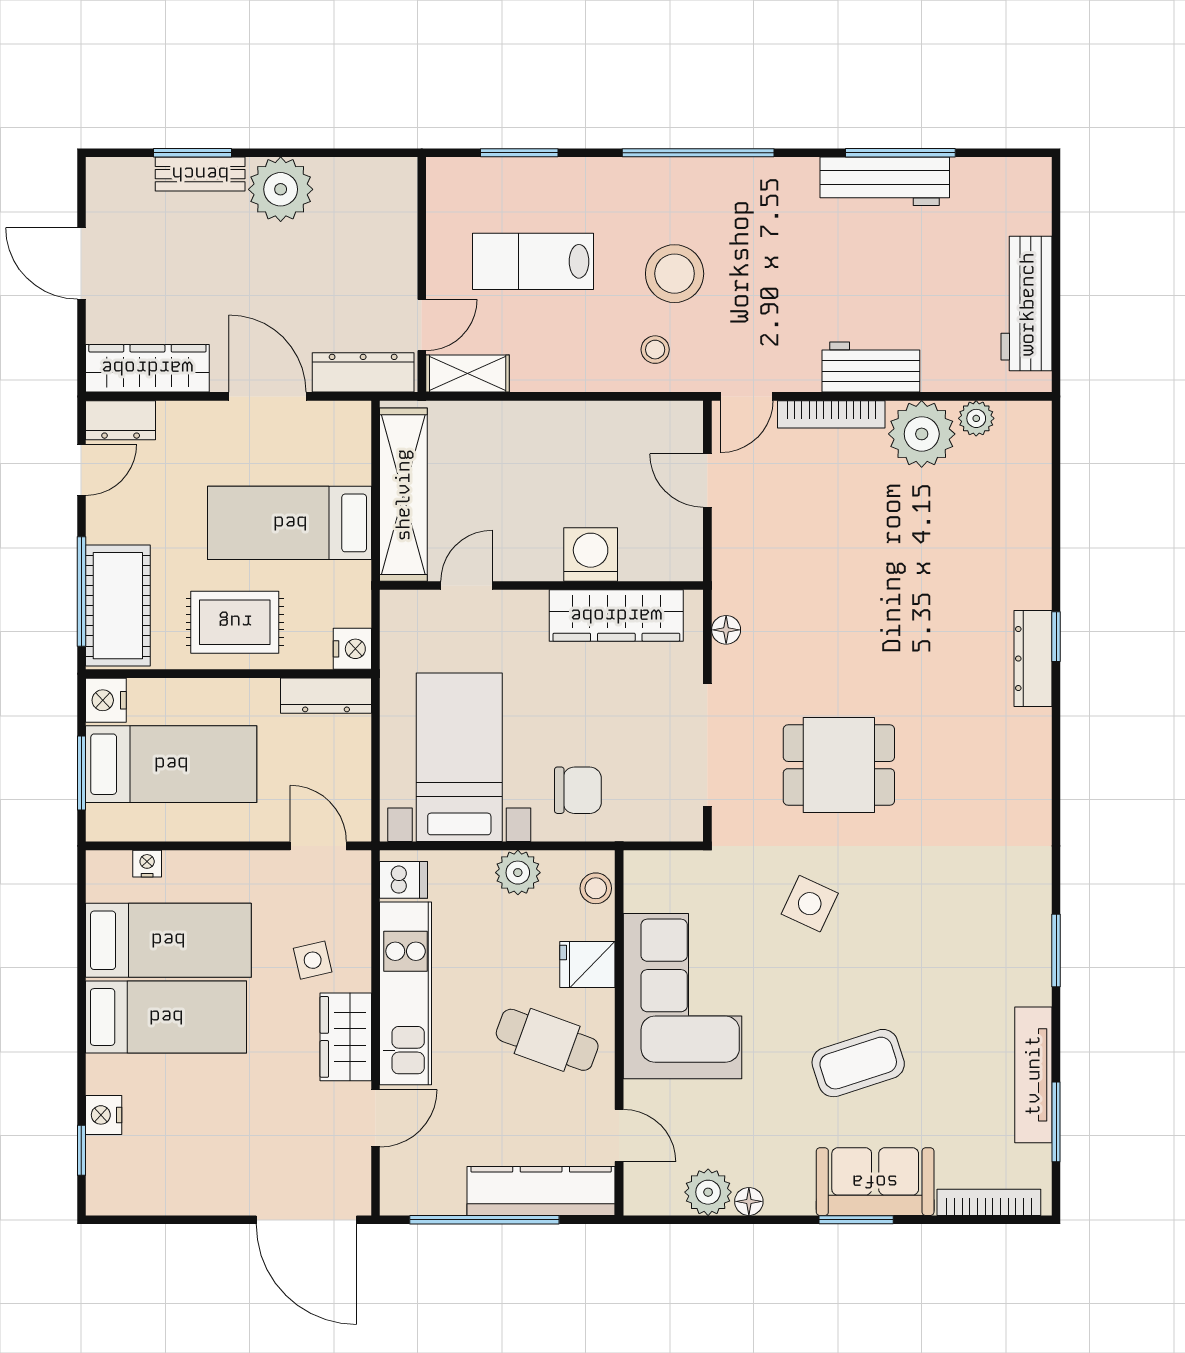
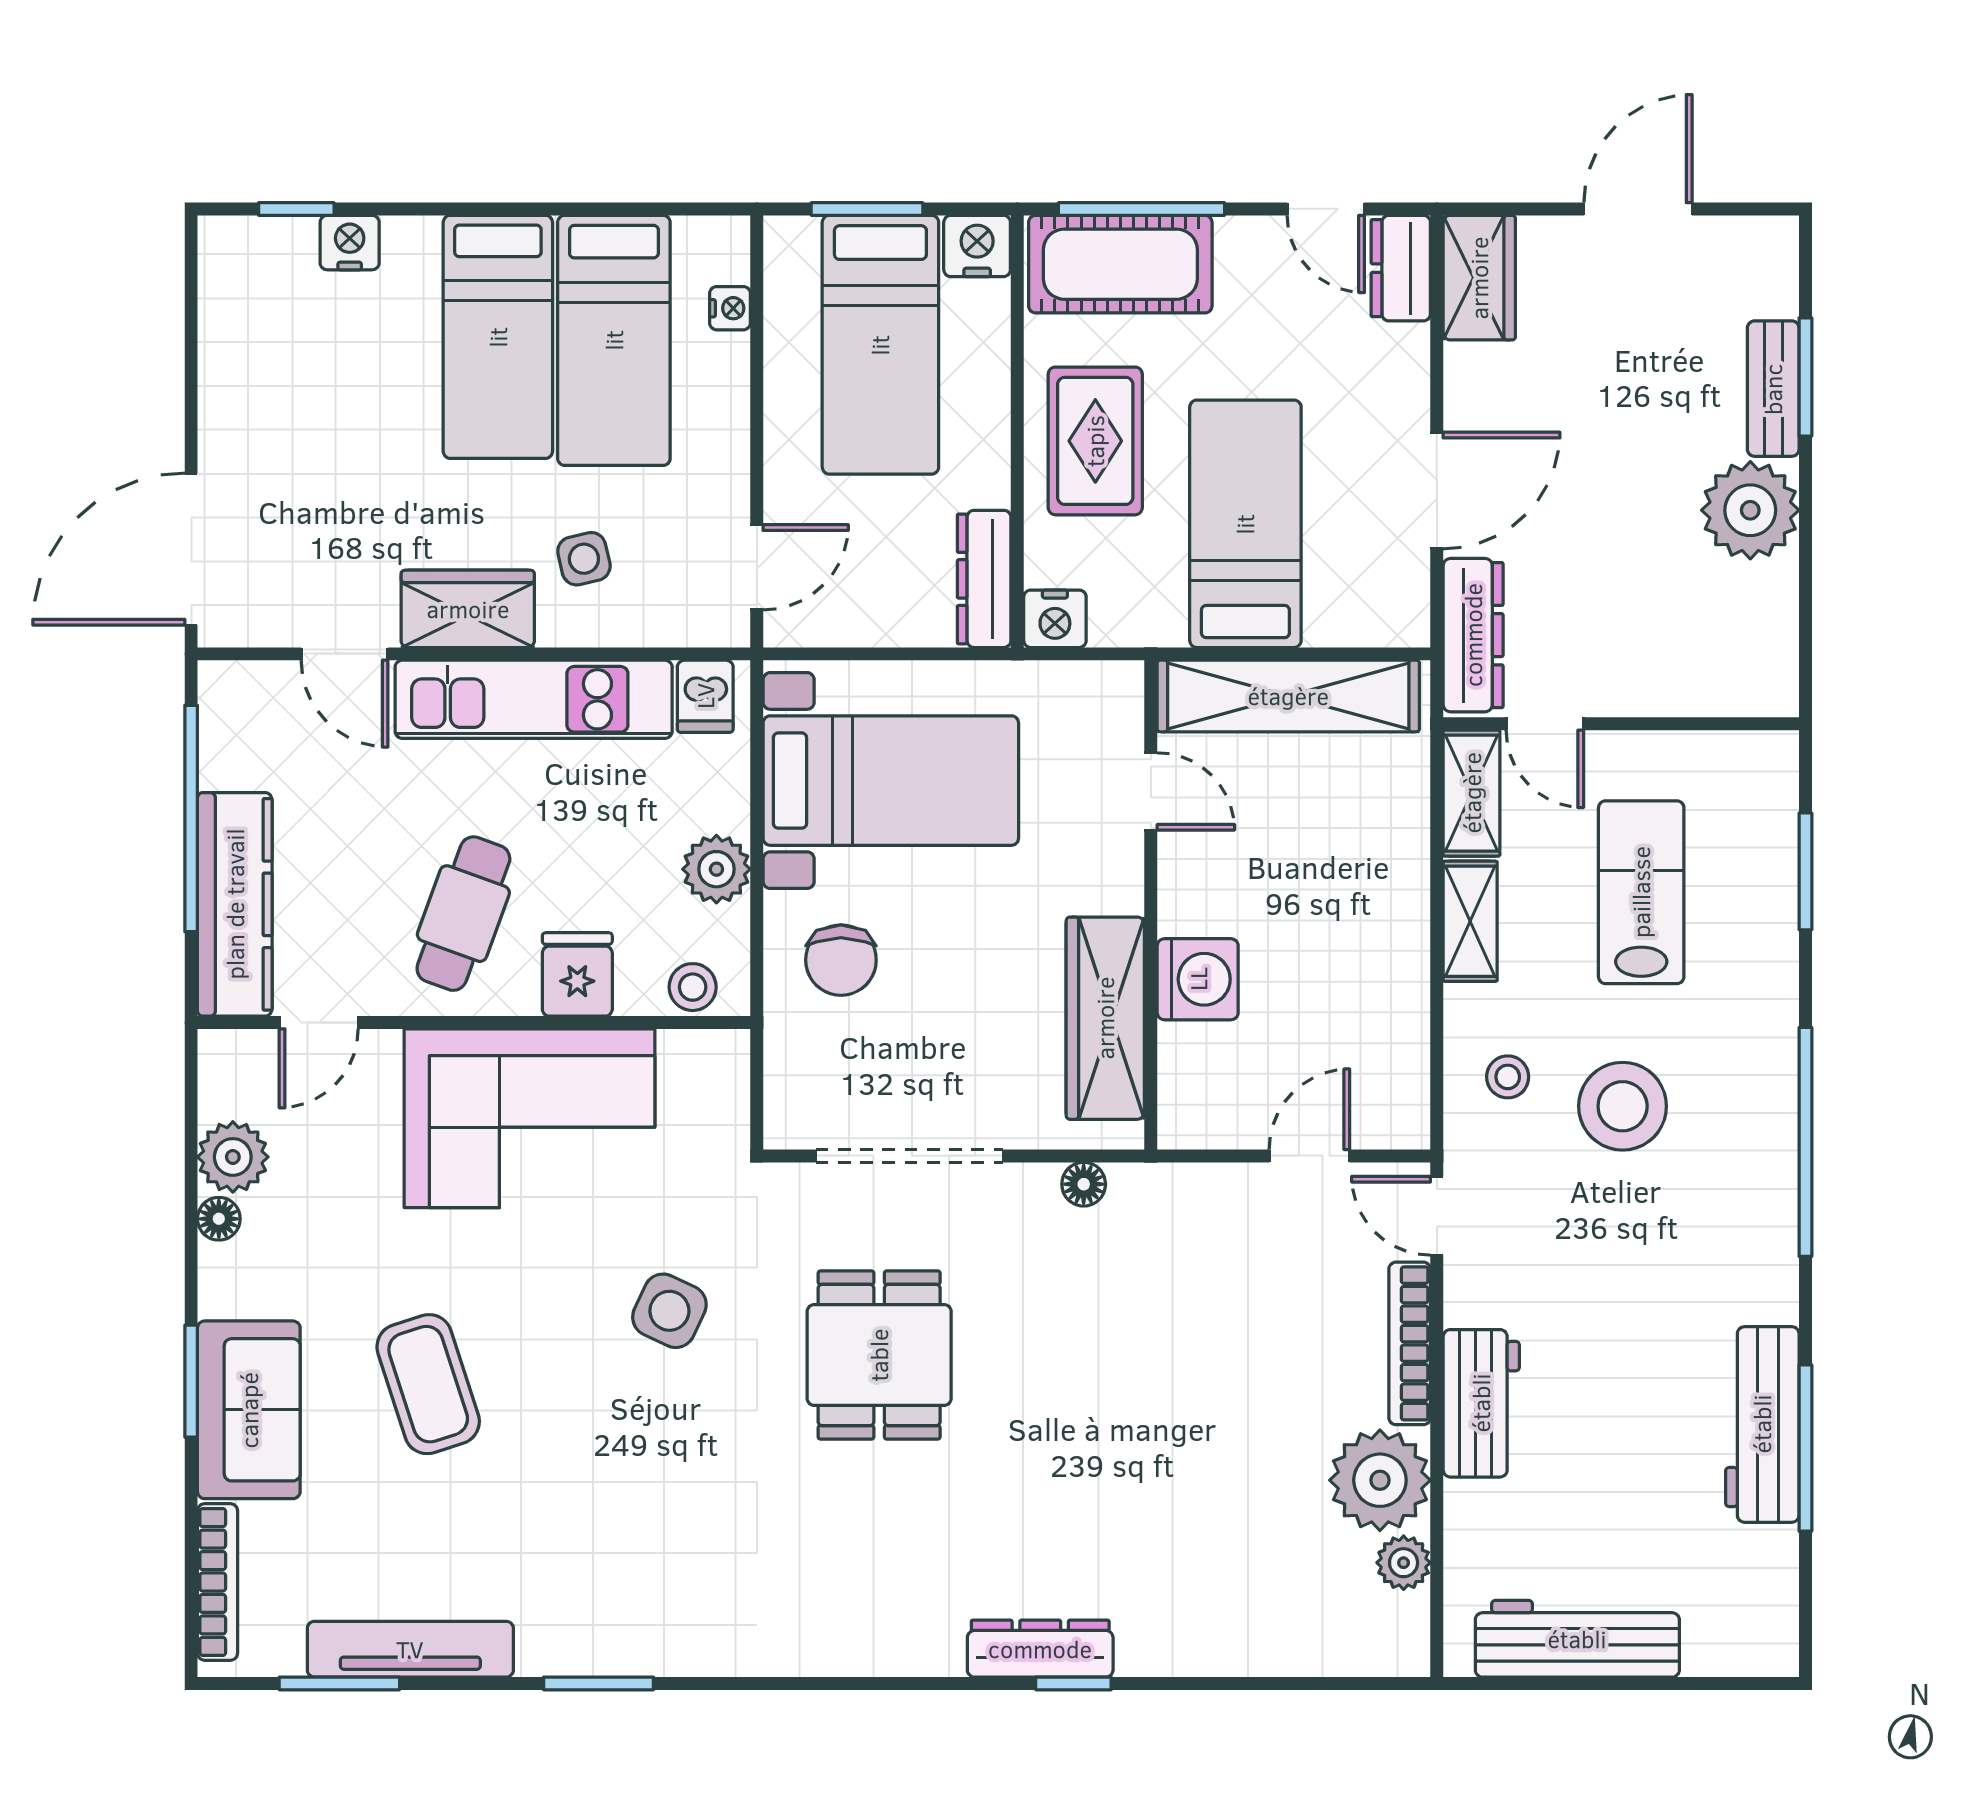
wardrobe: (147, 368) -> (1479, 278), width x0.67
shelving: (552, 374) -> (1470, 921), added

